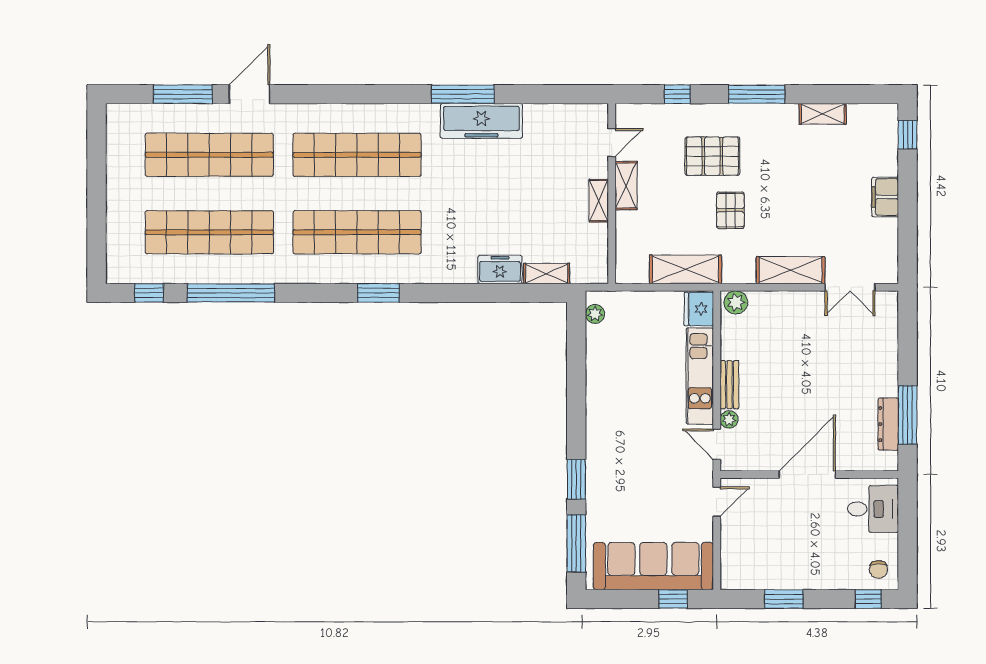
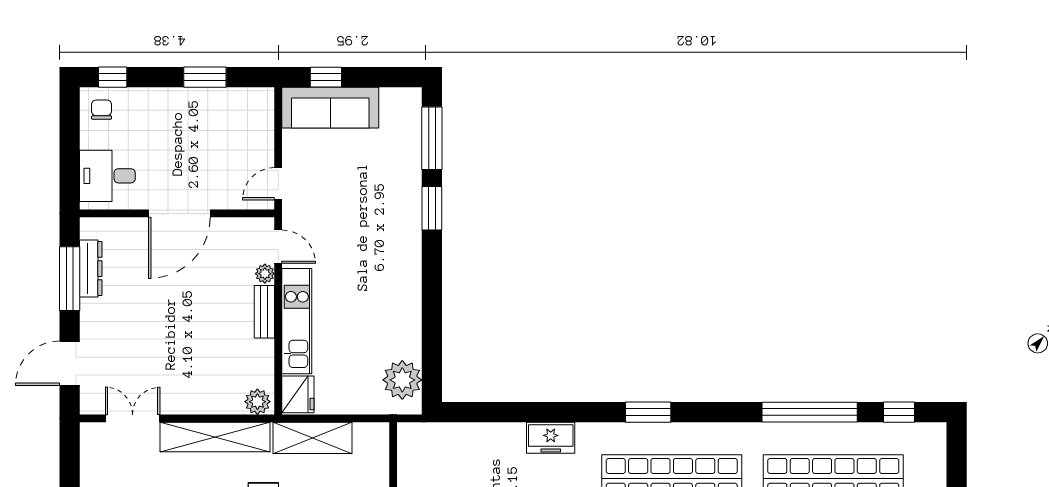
freezer: (500, 269) -> (551, 438), moved
shelving: (791, 270) -> (215, 437), width x1.47
shelving: (547, 273) -> (464, 433), removed
plant: (595, 314) -> (402, 380), width x1.87, depth x1.87
door: (908, 338) -> (70, 363), added
sofa: (653, 566) -> (330, 108), width x0.74, depth x0.79

